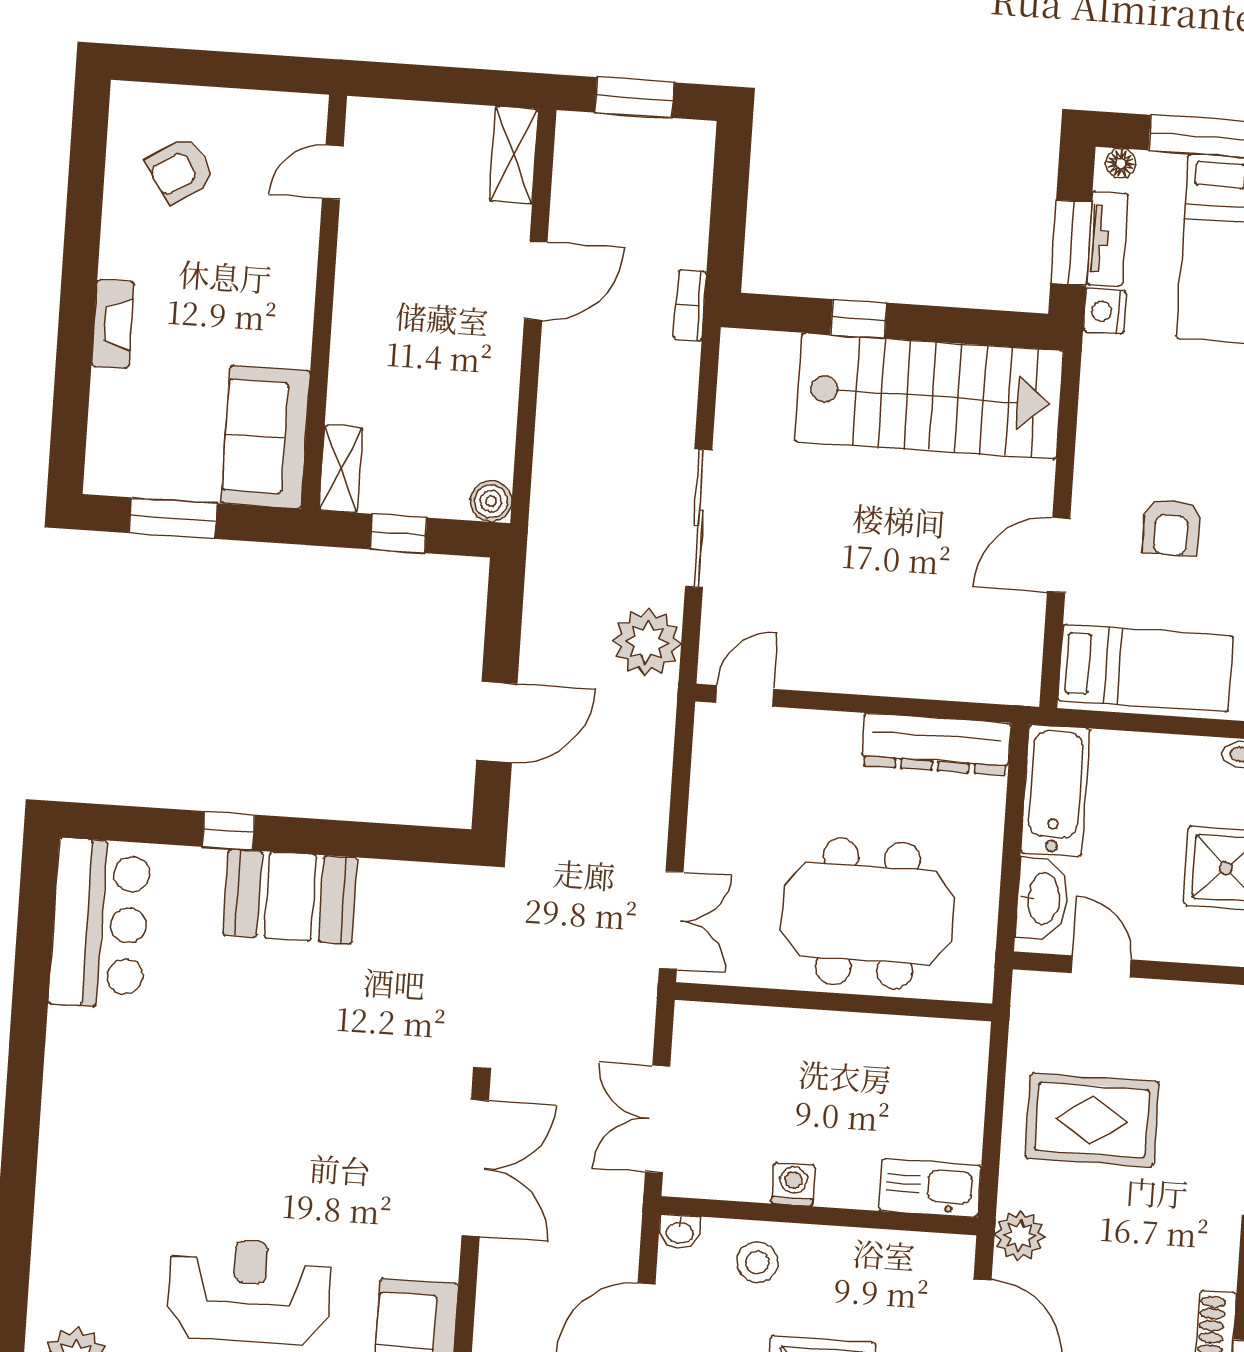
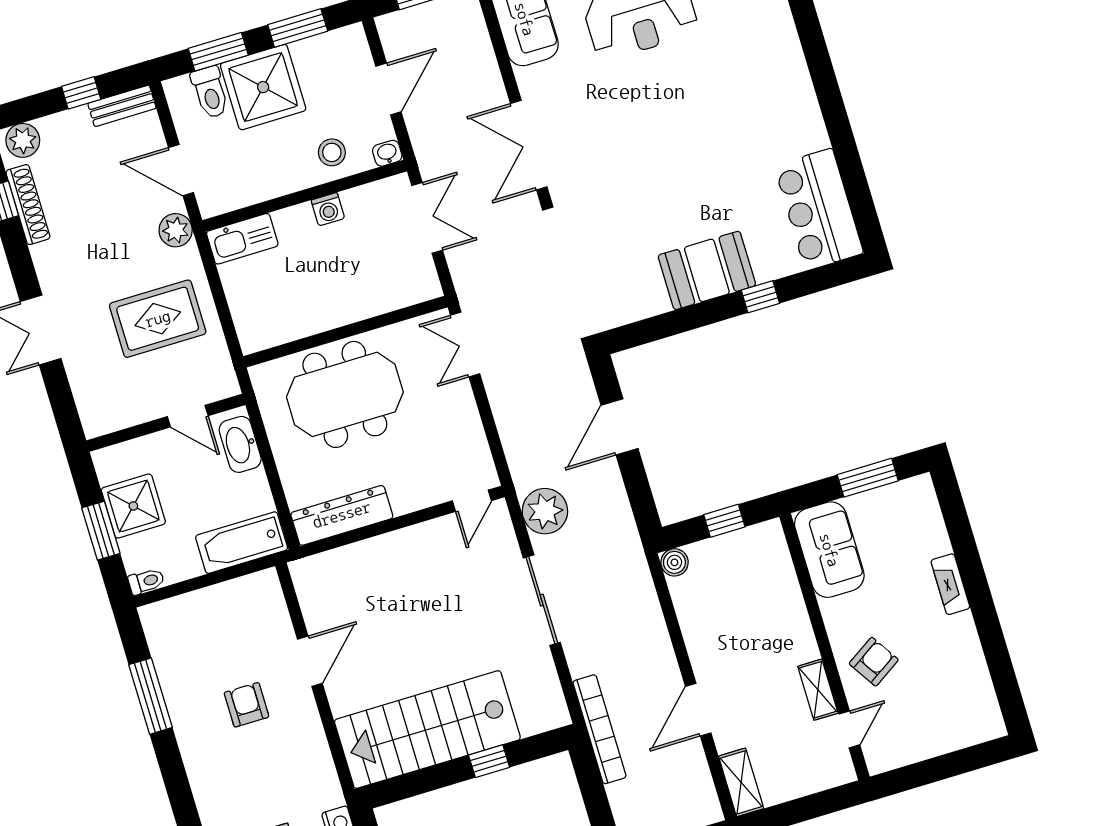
armchair: (180, 170) -> (874, 662), moved
bookcase: (690, 305) -> (599, 729), width x2.31, depth x1.31
shelving: (341, 469) -> (818, 690), moved
bed: (1145, 668) -> (230, 611), removed
bathtub: (1055, 791) -> (242, 543), moved, turned 90

